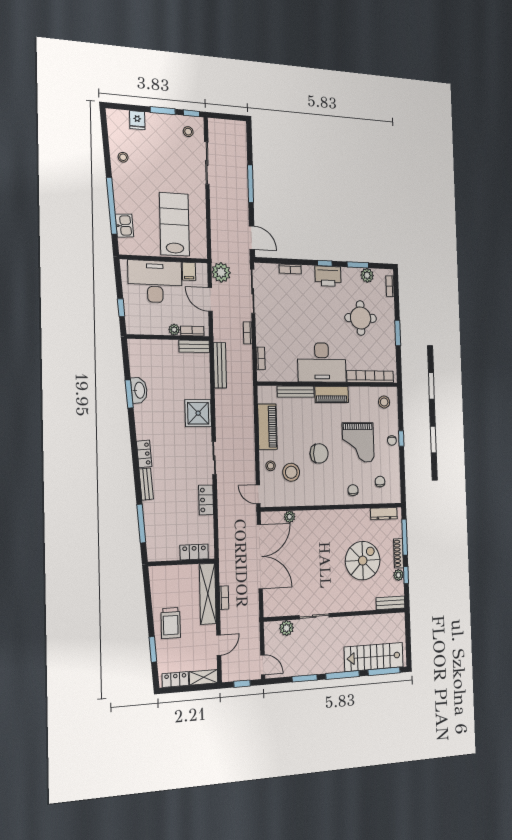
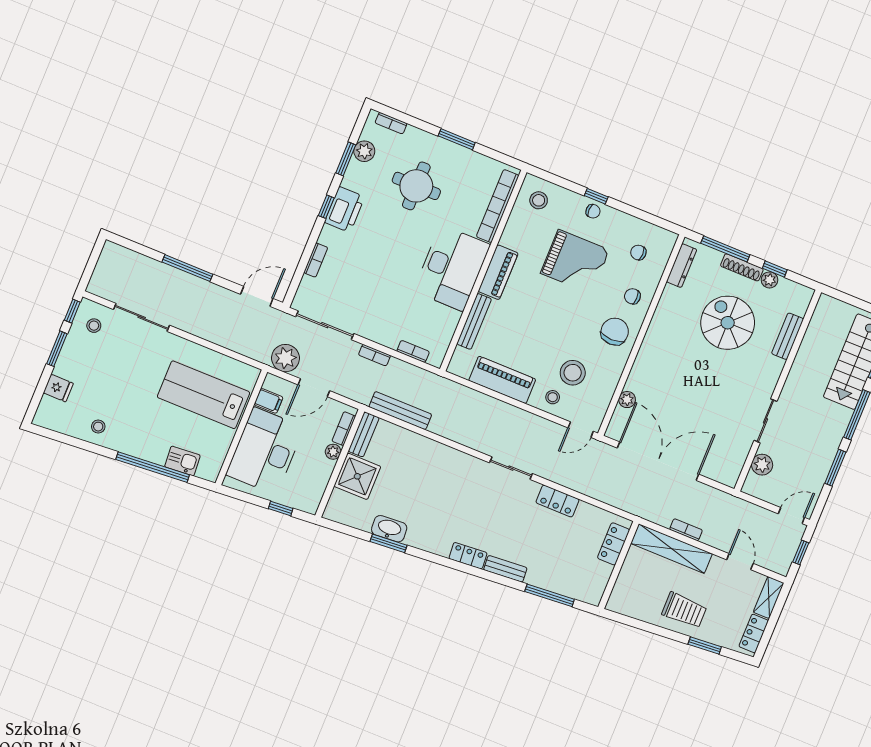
shower: (198, 413) -> (357, 476), moved
chair: (319, 453) -> (615, 332), moved
bench: (390, 603) -> (788, 336), moved

